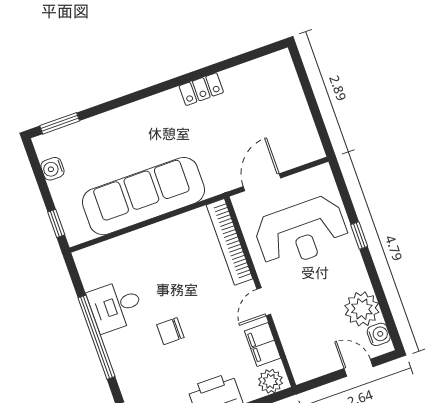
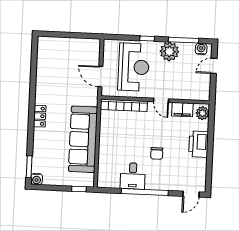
locker: (201, 89) -> (40, 116), moved
water cooler: (52, 169) -> (37, 179), moved
window: (381, 298) -> (183, 40), added
plant: (362, 309) -> (169, 51), moved

